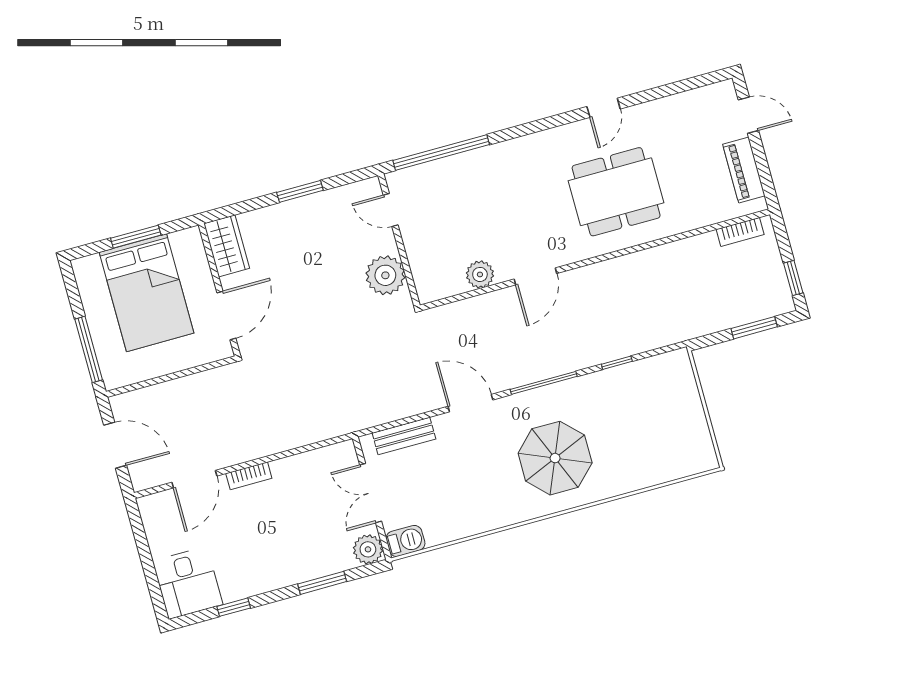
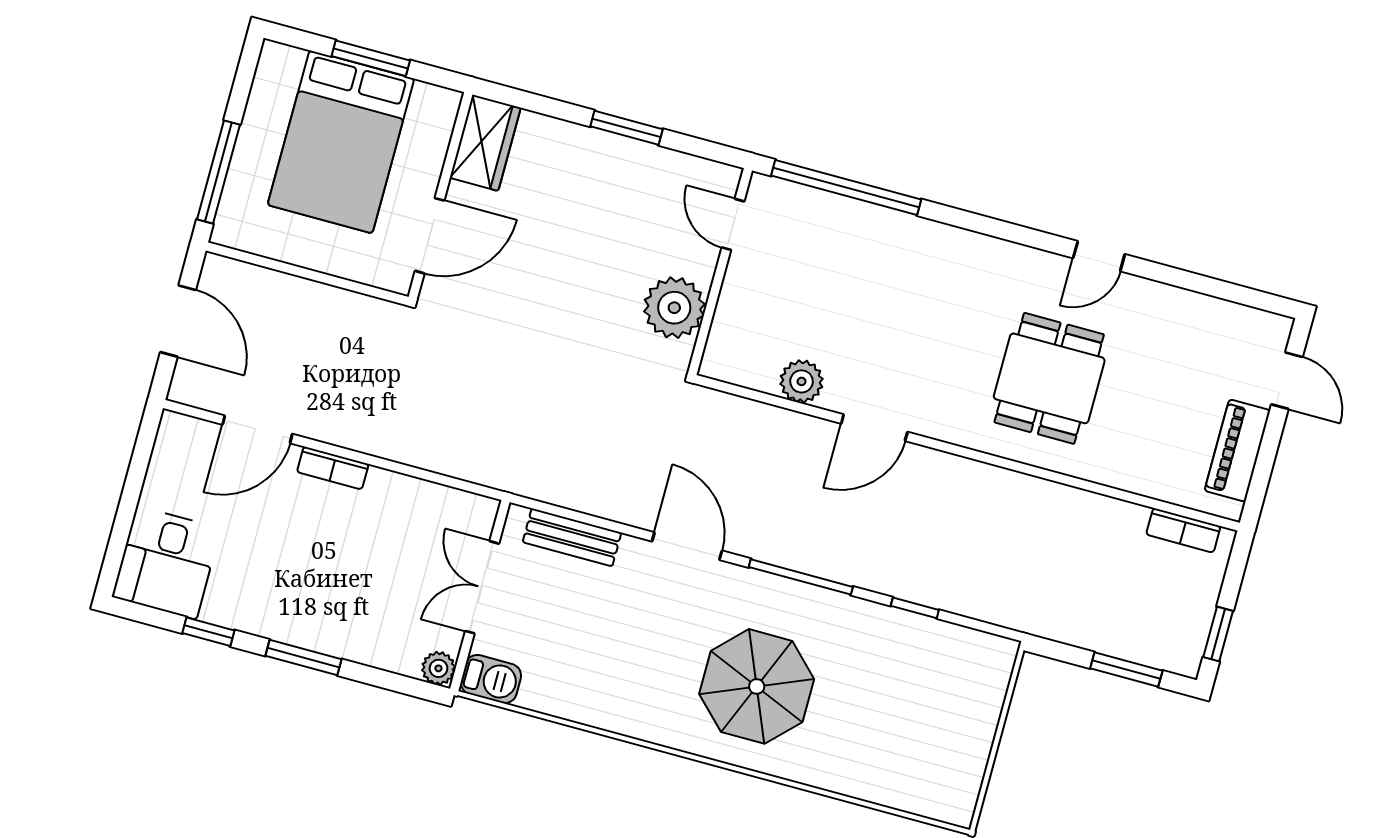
dining table: (616, 192) -> (1049, 378), width x0.73
plant: (368, 549) -> (438, 668), width x0.73, depth x0.73
window: (322, 583) -> (303, 658), moved

